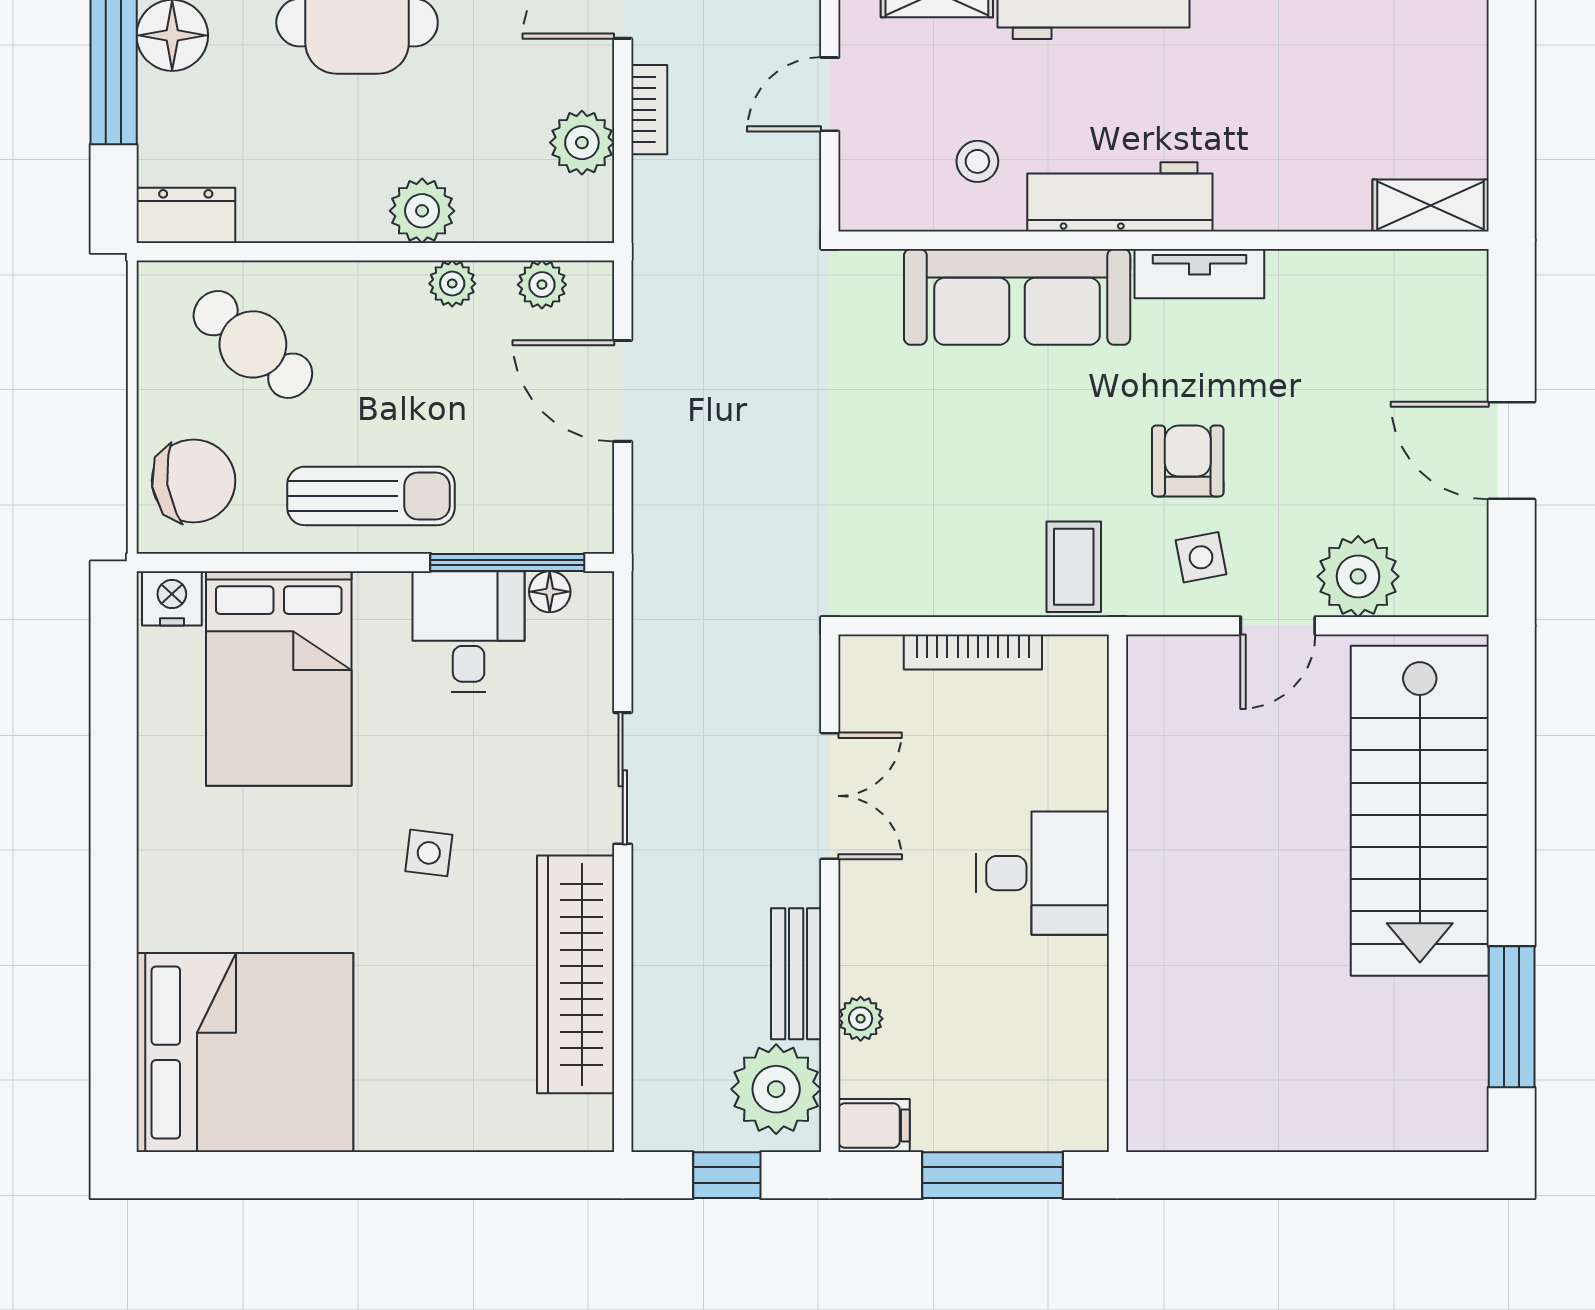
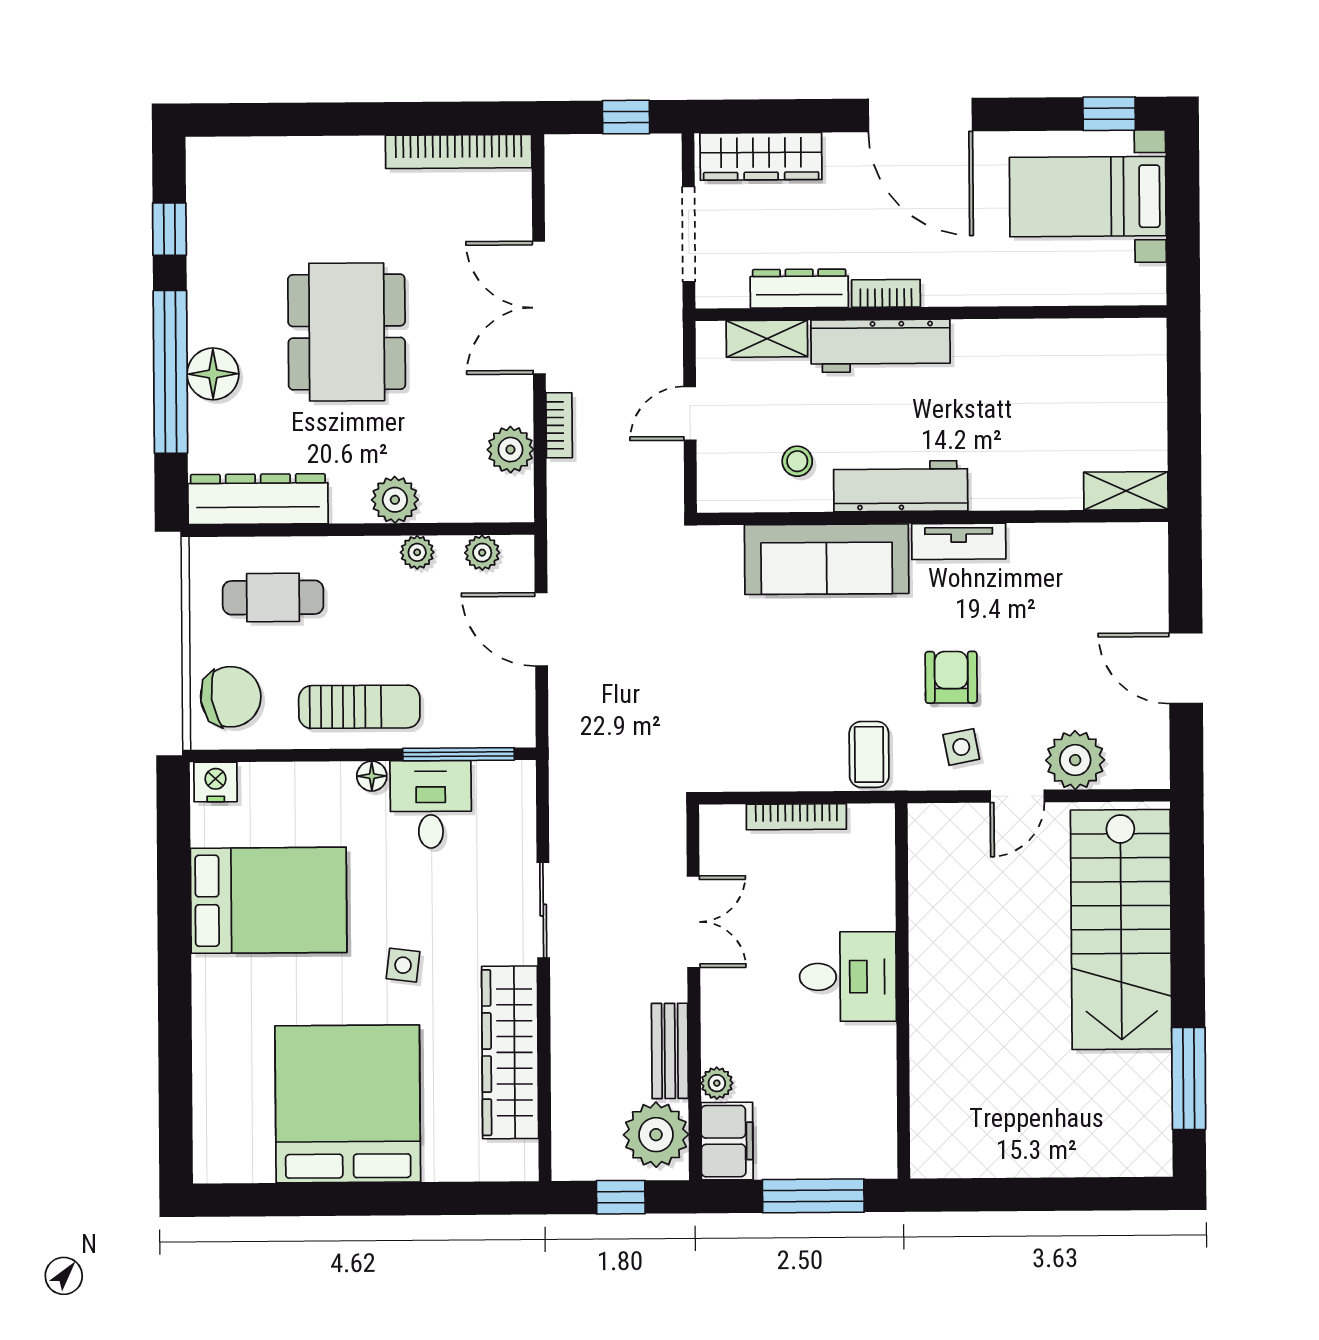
dresser: (186, 215) -> (258, 499), width x1.96, depth x1.24
cafe table: (253, 344) -> (273, 597), turned -40
floor lamp: (550, 592) -> (372, 776), moved
bed: (279, 679) -> (269, 900), moved, turned -90
bed: (245, 1052) -> (348, 1104), moved, turned -90
filing cabinet: (874, 1125) -> (727, 1141), width x2.00

